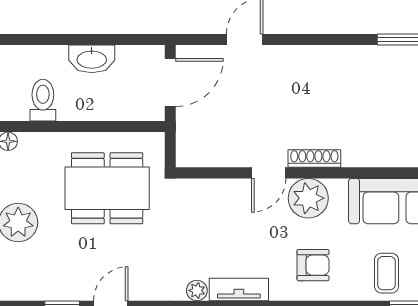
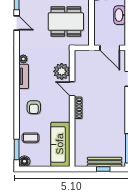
dining table: (107, 188) -> (66, 22), turned 90
plant: (308, 198) -> (62, 71), moved

